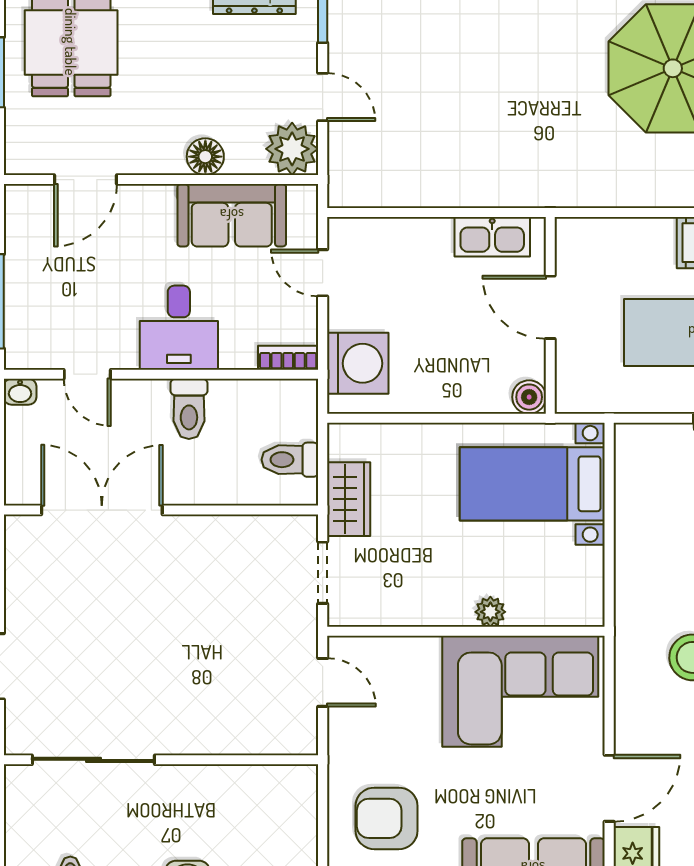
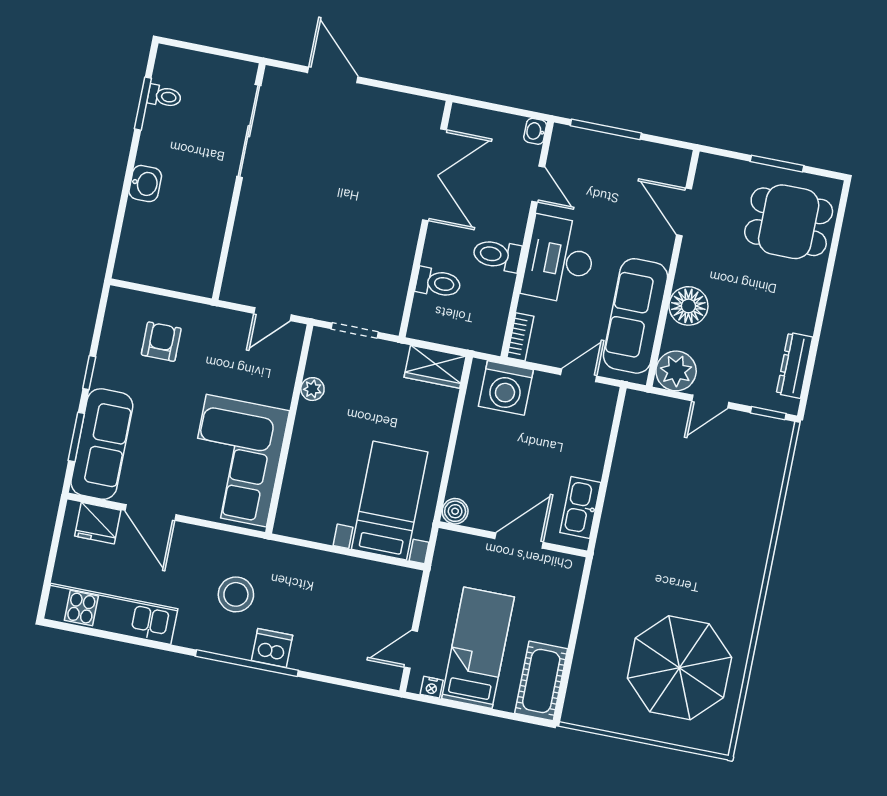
floor lamp: (205, 157) -> (688, 306), width x1.38, depth x1.38
sofa: (232, 215) -> (635, 316), width x1.36
desk: (179, 328) -> (559, 260), width x1.37
door: (87, 374) -> (538, 184), swing flipped
toilet: (290, 460) -> (438, 283), moved, turned 90
wardrobe: (349, 499) -> (435, 367), moved
plant: (490, 612) -> (312, 389), moved
armchair: (387, 818) -> (161, 342), width x0.72, depth x0.72

